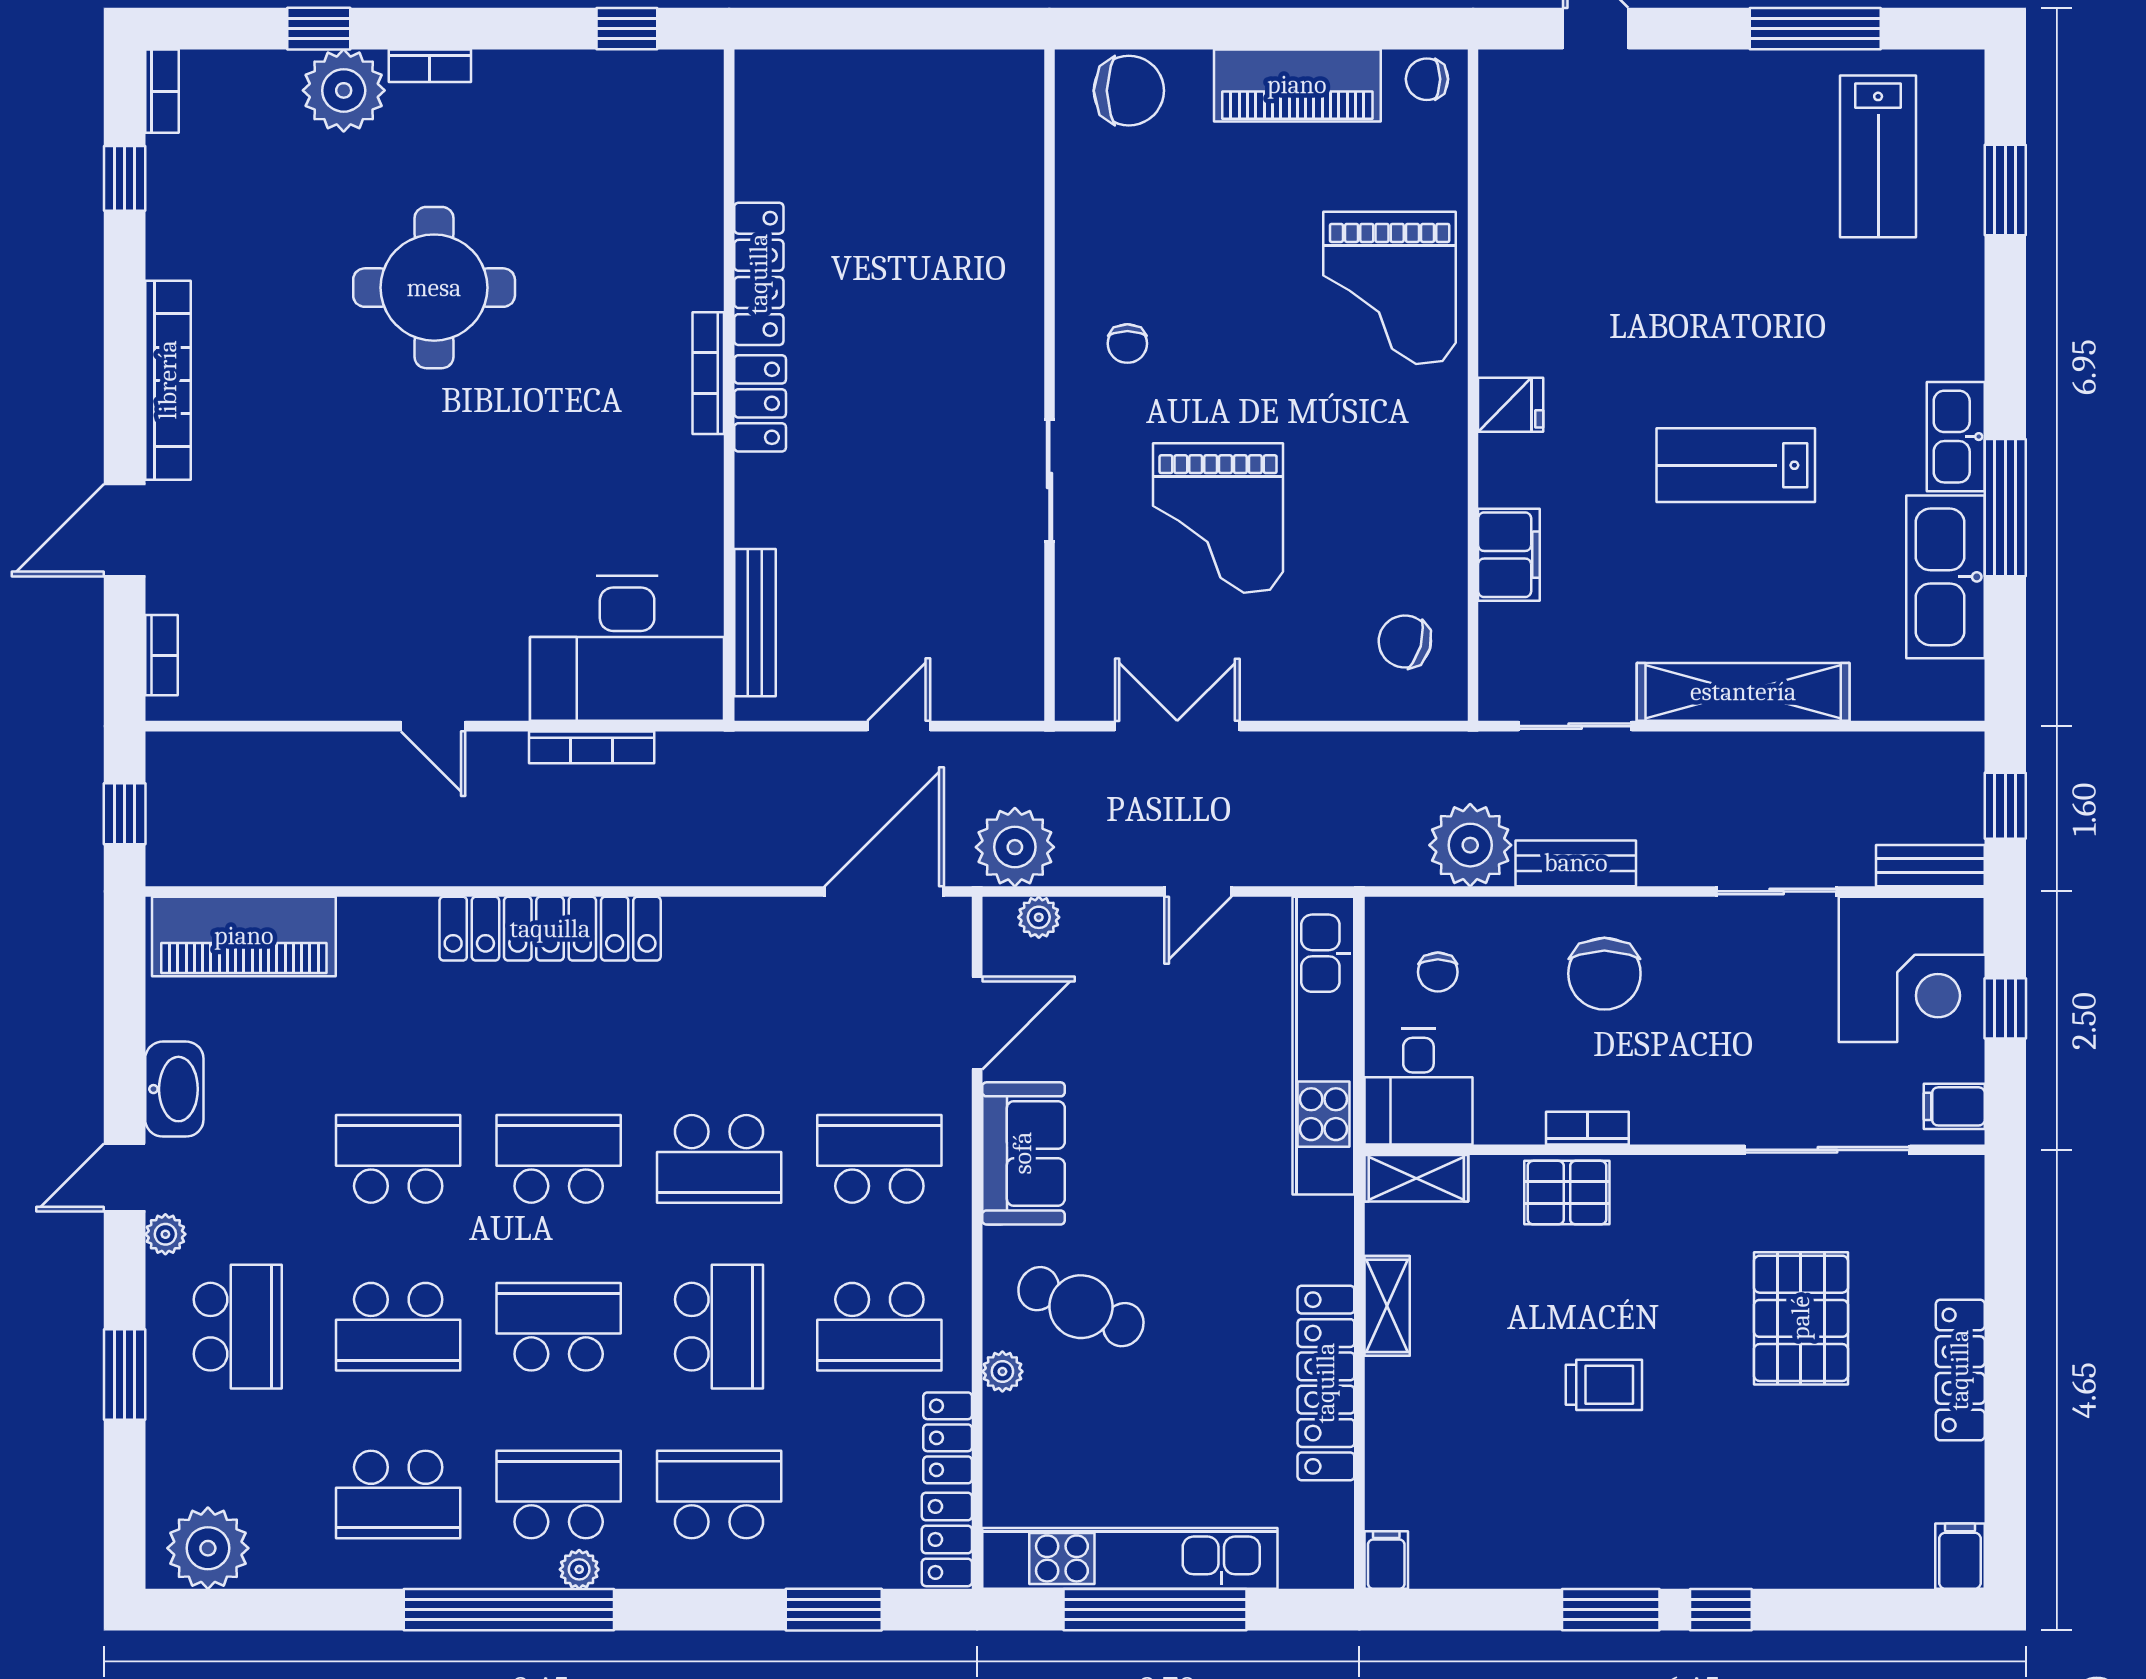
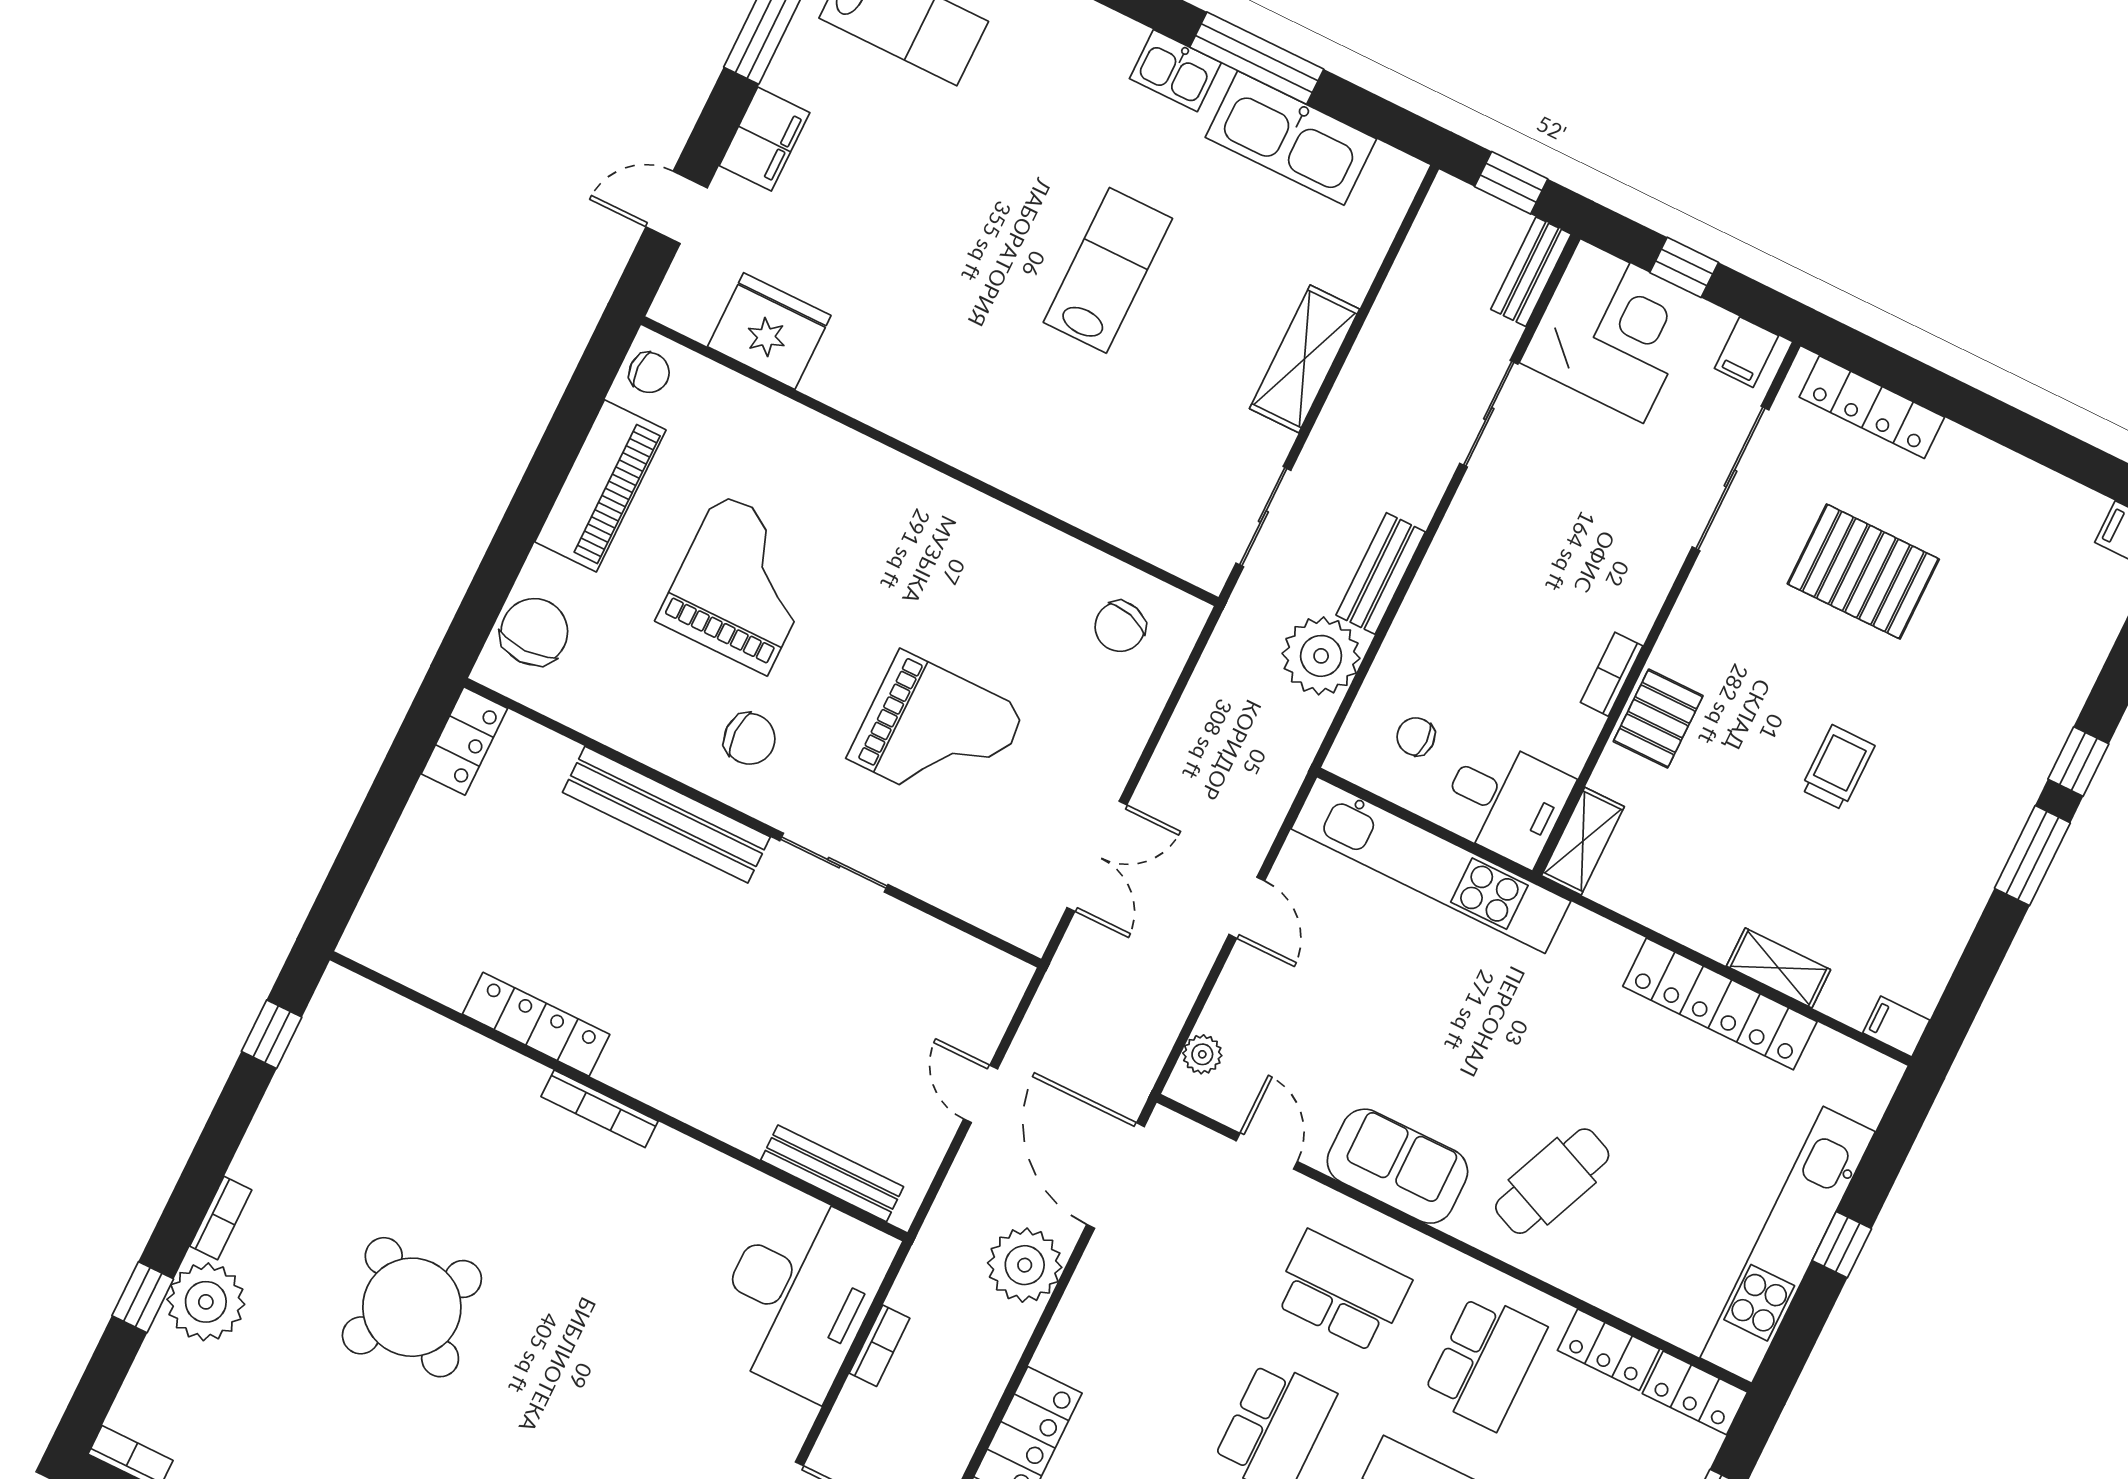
chair: (1427, 79) -> (649, 373), turned -90
round table: (434, 288) -> (412, 1307), turned 35
grand piano: (1390, 288) -> (743, 584), moved, turned -90
bench: (1017, 300) -> (666, 815), added
chair: (1127, 344) -> (750, 739), width x1.37, depth x1.37
locker: (760, 403) -> (464, 741), moved, turned 90
fridge: (1511, 405) -> (769, 331), moved, width x1.88, depth x1.34
kitchen sink: (1956, 437) -> (1175, 71), width x0.73
lab bench: (1736, 465) -> (1108, 270), turned 180
filing cabinet: (1509, 555) -> (764, 139), moved, turned 90
shelving: (1743, 692) -> (1304, 359), width x0.68
double door: (1177, 726) -> (1097, 856), swing flipped
bookcase: (592, 747) -> (880, 1346), width x0.64
plant: (1015, 847) -> (1025, 1265), moved
chair: (1438, 972) -> (1416, 737), turned 180
chair: (1604, 974) -> (1487, 595), removed
door: (977, 1023) -> (1267, 1151), width x0.73
school desk: (879, 1159) -> (1342, 1291), turned 90
shelving: (1387, 1306) -> (1778, 968), moved
locker: (1960, 1370) -> (1872, 407), moved
plant: (1002, 1371) -> (1575, 1275), removed
window: (1155, 1610) -> (1842, 1245), width x0.32

